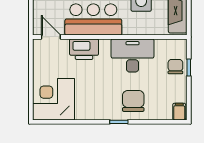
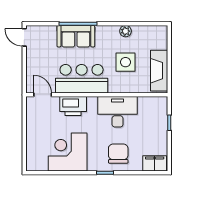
chair: (175, 67) -> (157, 122), removed
corner desk: (53, 99) -> (68, 152), moved
filing cabinet: (179, 112) -> (155, 163), width x2.00

